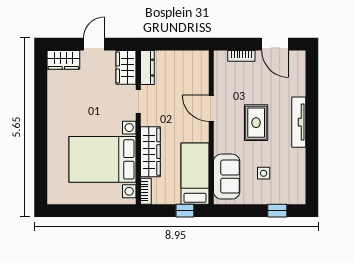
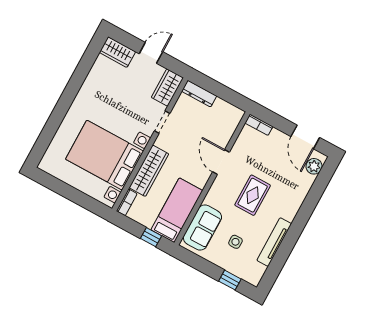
bookcase: (241, 56) -> (259, 125), moved
plant: (297, 66) -> (314, 166), added
dresser: (147, 68) -> (199, 94), moved, turned 90
tv unit: (299, 122) -> (274, 242), moved

